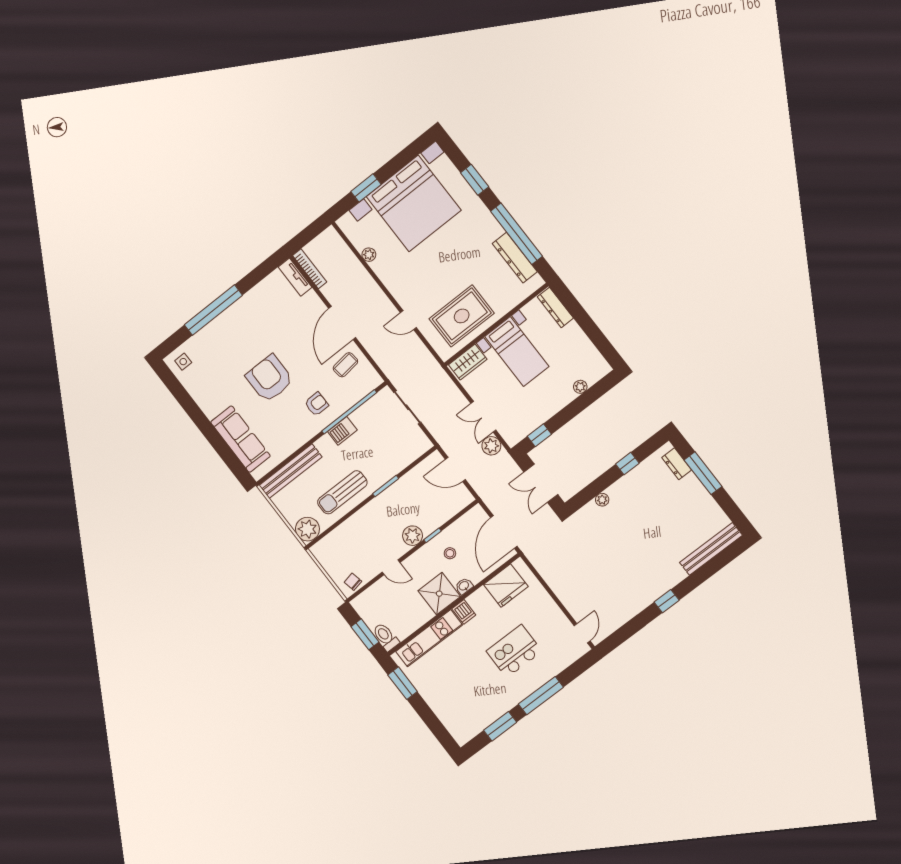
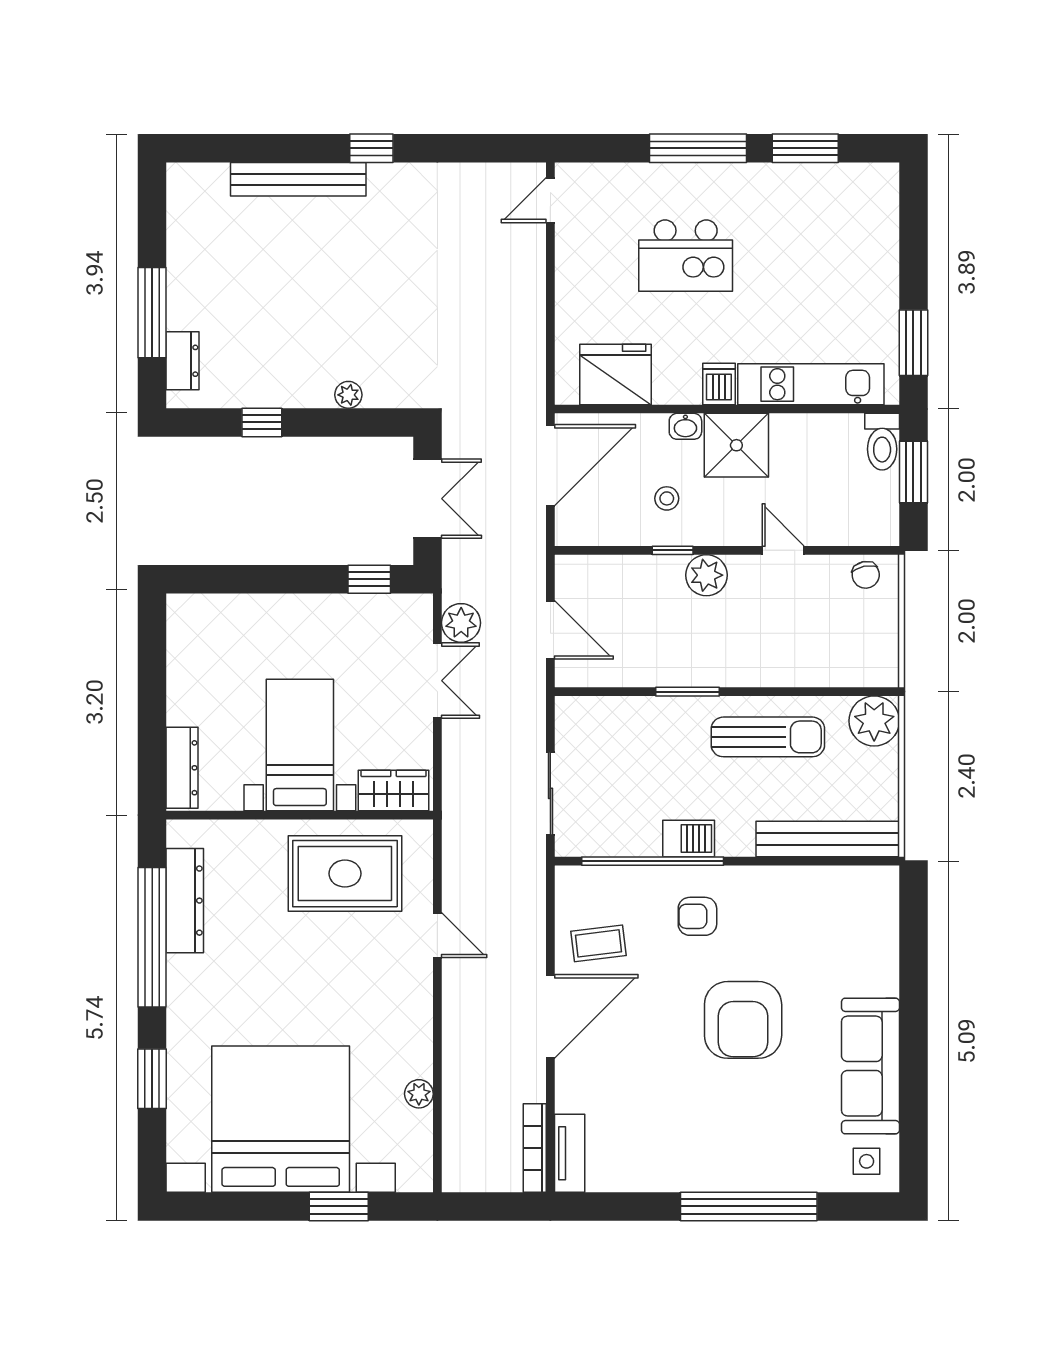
plant: (580, 387) -> (241, 607), removed
sofa: (240, 439) -> (870, 1066), moved
bench: (711, 549) -> (298, 179), moved

